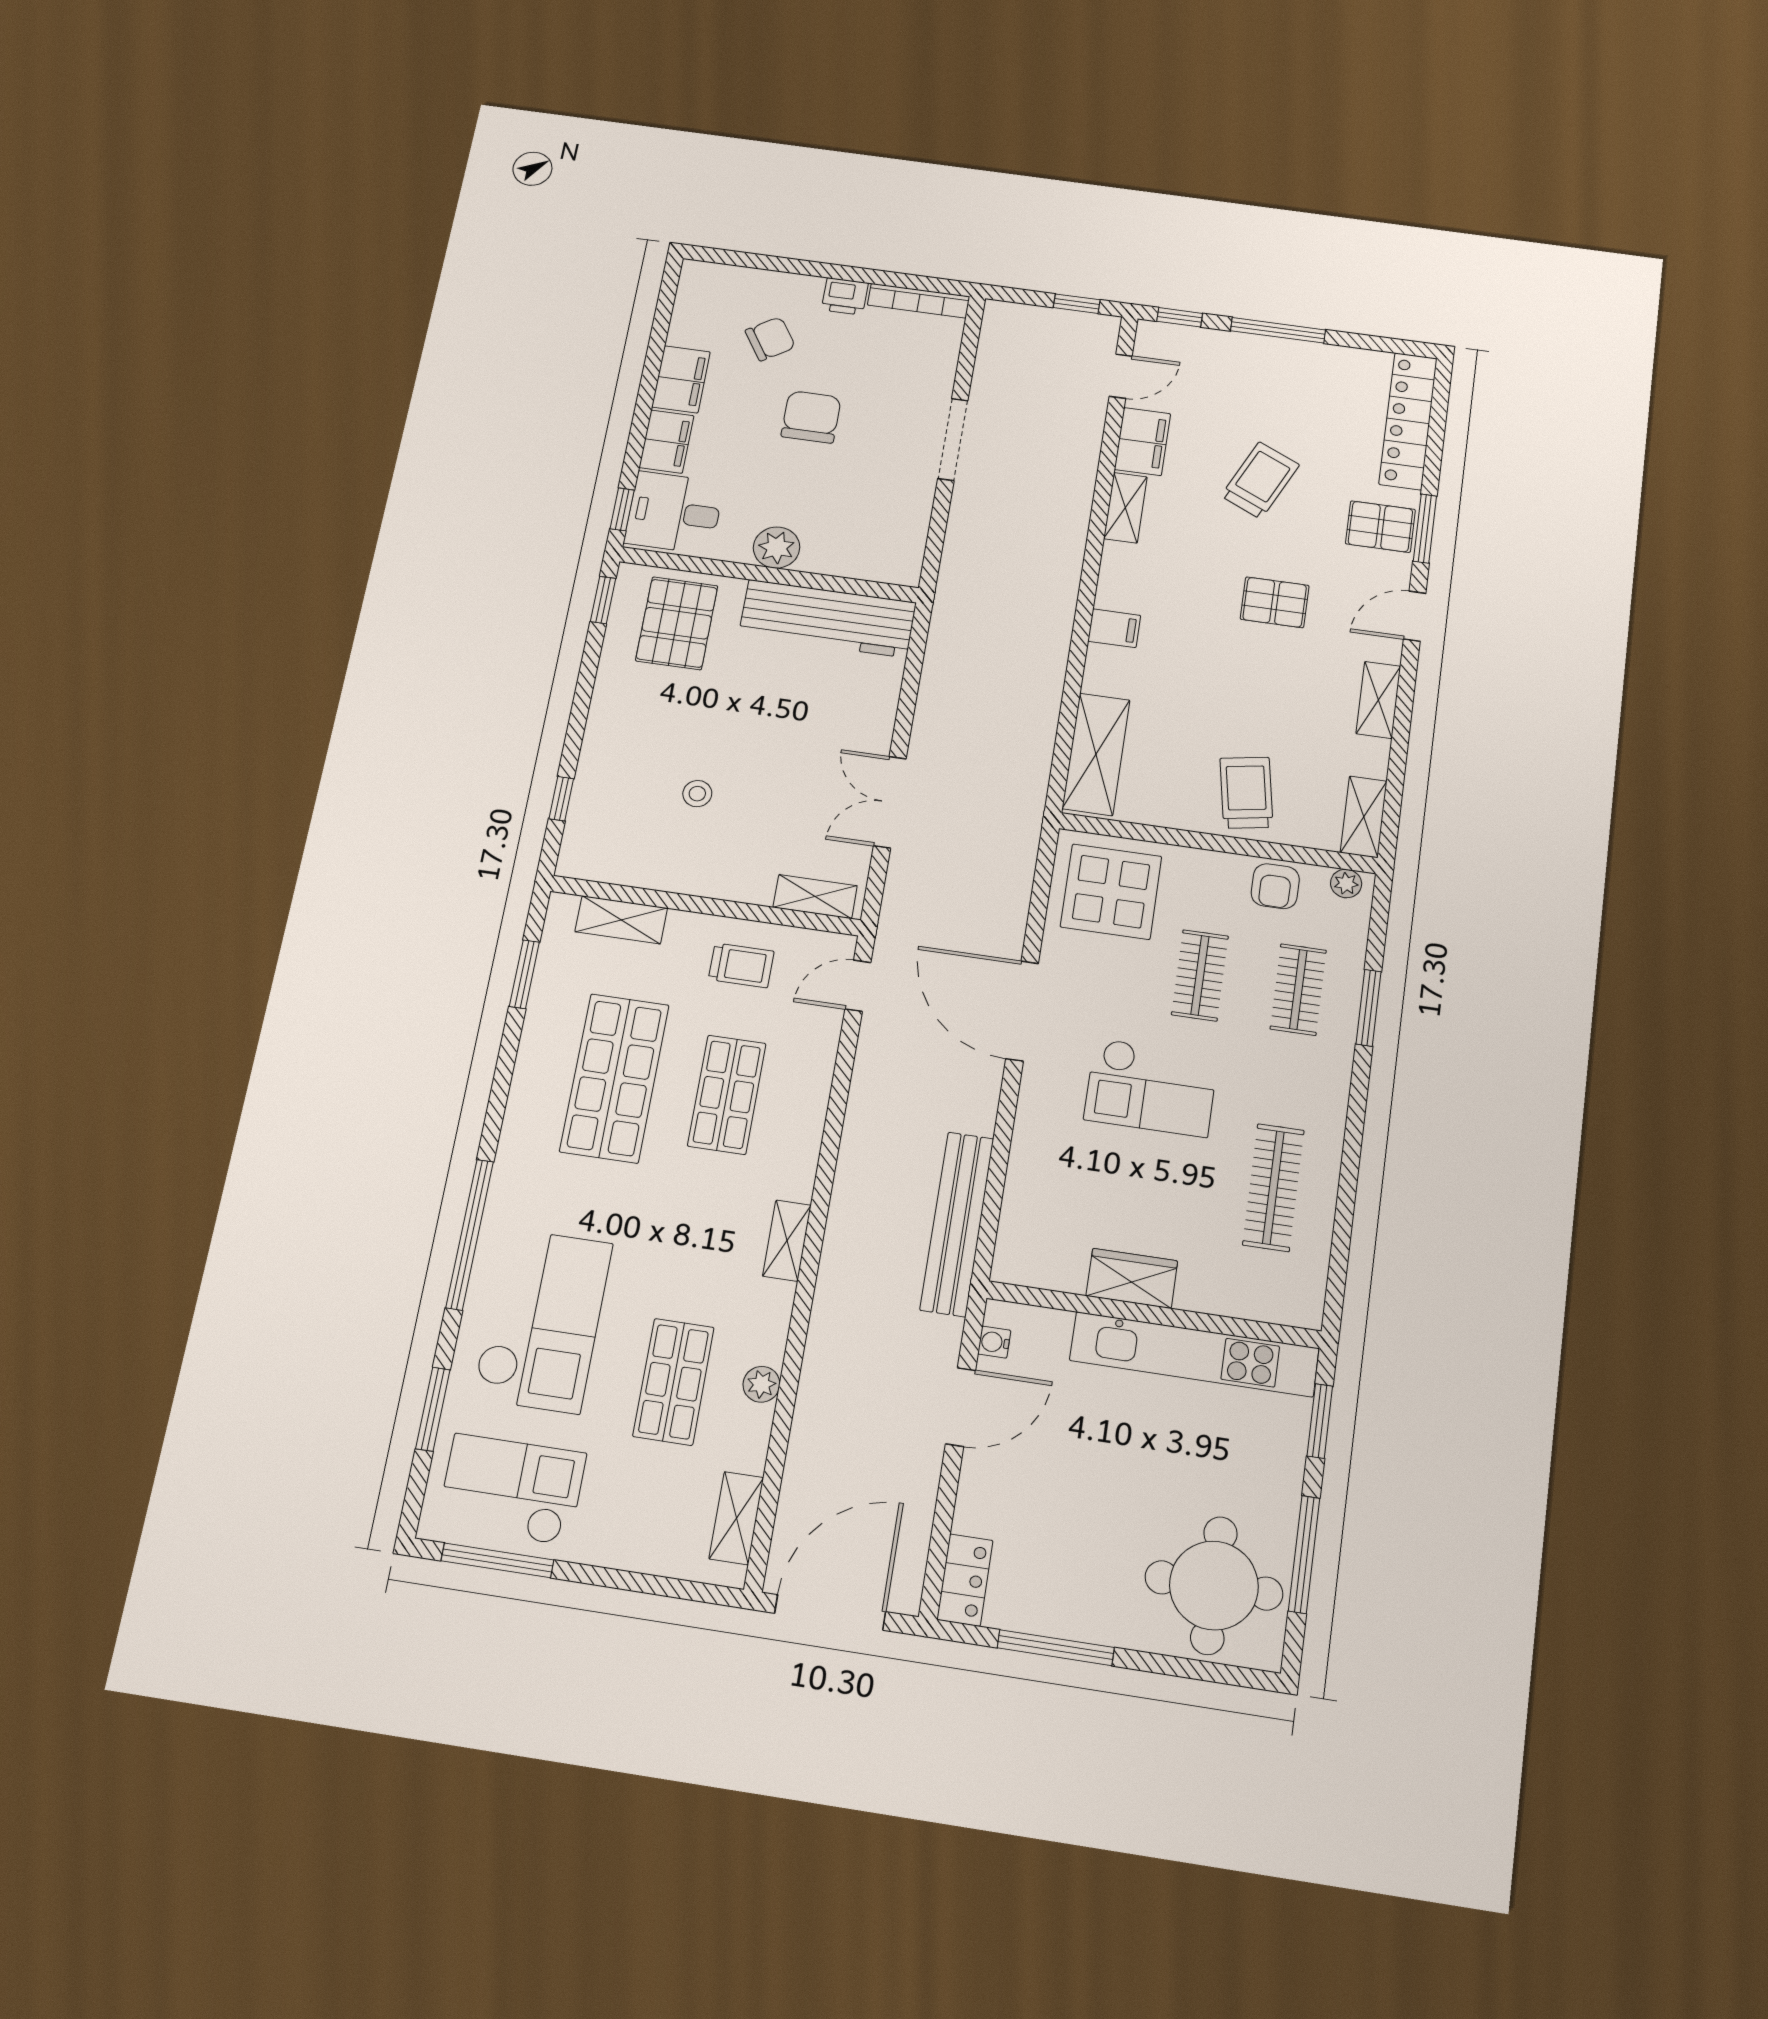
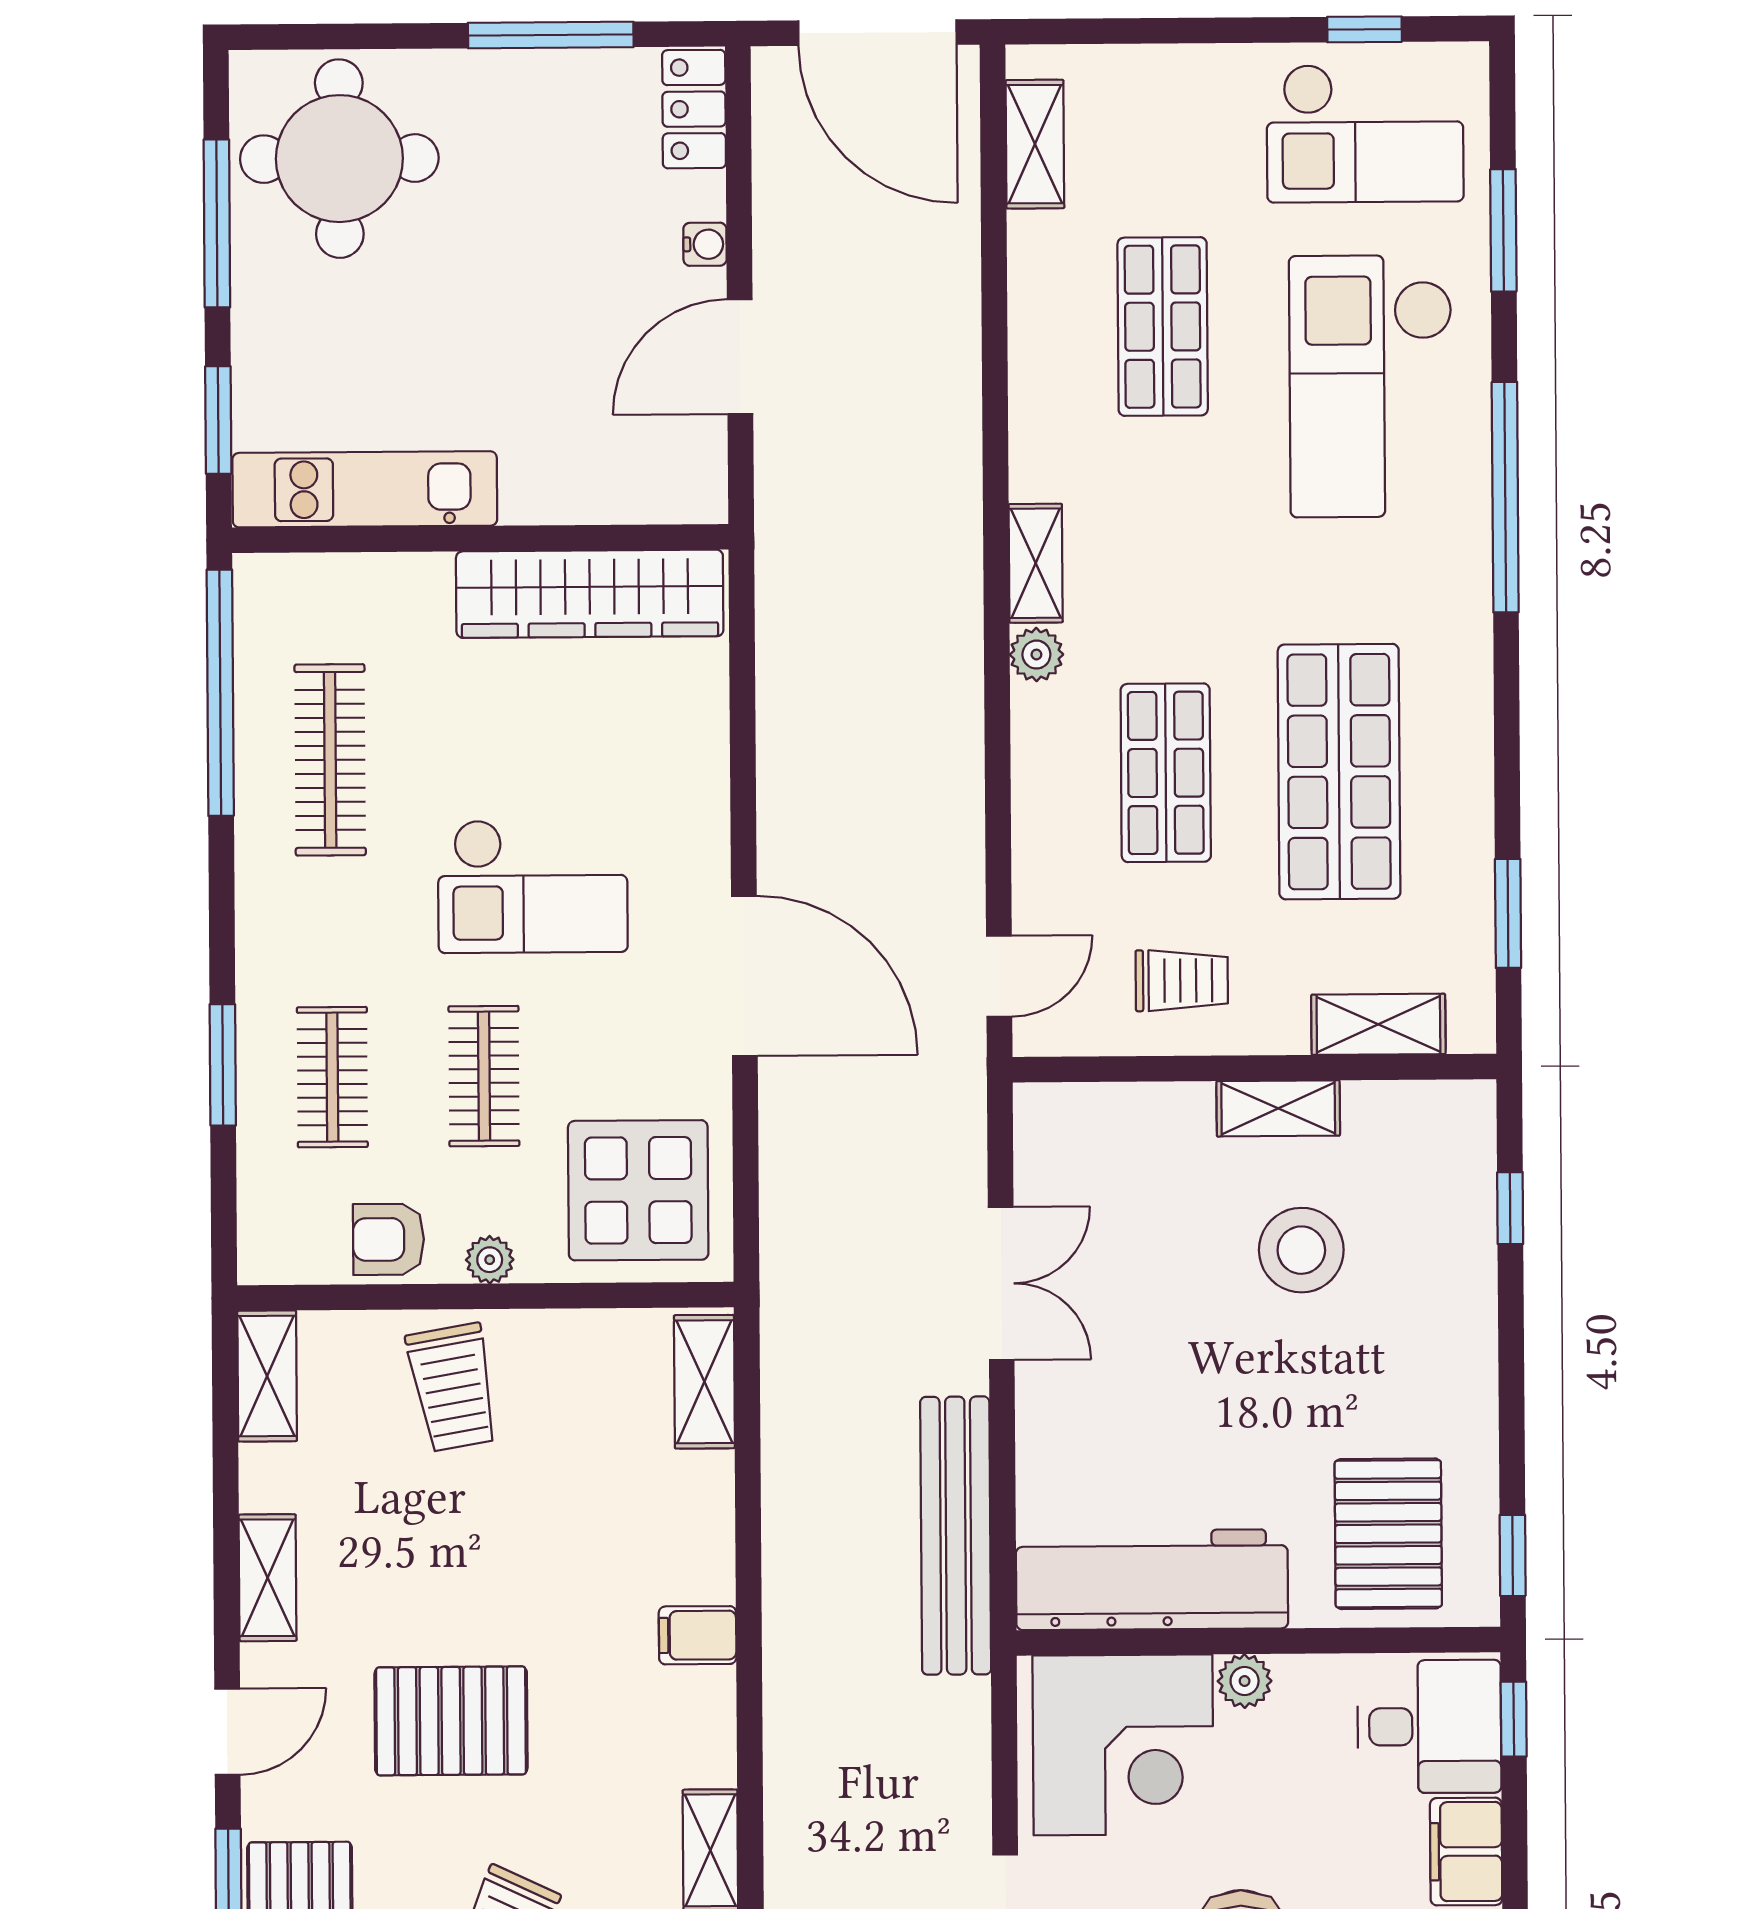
corner desk: (863, 529) -> (1123, 1745), added
plant: (777, 548) -> (1245, 1681), width x0.73, depth x0.73
pallet: (1275, 602) -> (451, 1721), width x1.50, depth x1.42
shelving: (1096, 754) -> (704, 1382), width x0.67, depth x0.75
stool: (697, 794) -> (1301, 1250), width x1.89, depth x1.89
plant: (1346, 884) -> (490, 1260), moved
armchair: (1275, 886) -> (389, 1239), turned -90
shelving: (815, 897) -> (1278, 1108), moved
trolley: (741, 965) -> (1182, 980), turned 180
checkout: (1151, 1087) -> (533, 886), turned 180
bench: (957, 1224) -> (956, 1536), moved
window: (1341, 1242) -> (220, 693), added
wardrobe: (1132, 1278) -> (590, 594), width x2.10, depth x1.17
water cooler: (994, 1342) -> (705, 244), moved
kitchen unit: (1194, 1354) -> (365, 489), width x0.73
plant: (761, 1384) -> (1036, 655), moved
window: (497, 1560) -> (1364, 29), width x0.46
door: (830, 1612) -> (877, 33), hinge flipped

